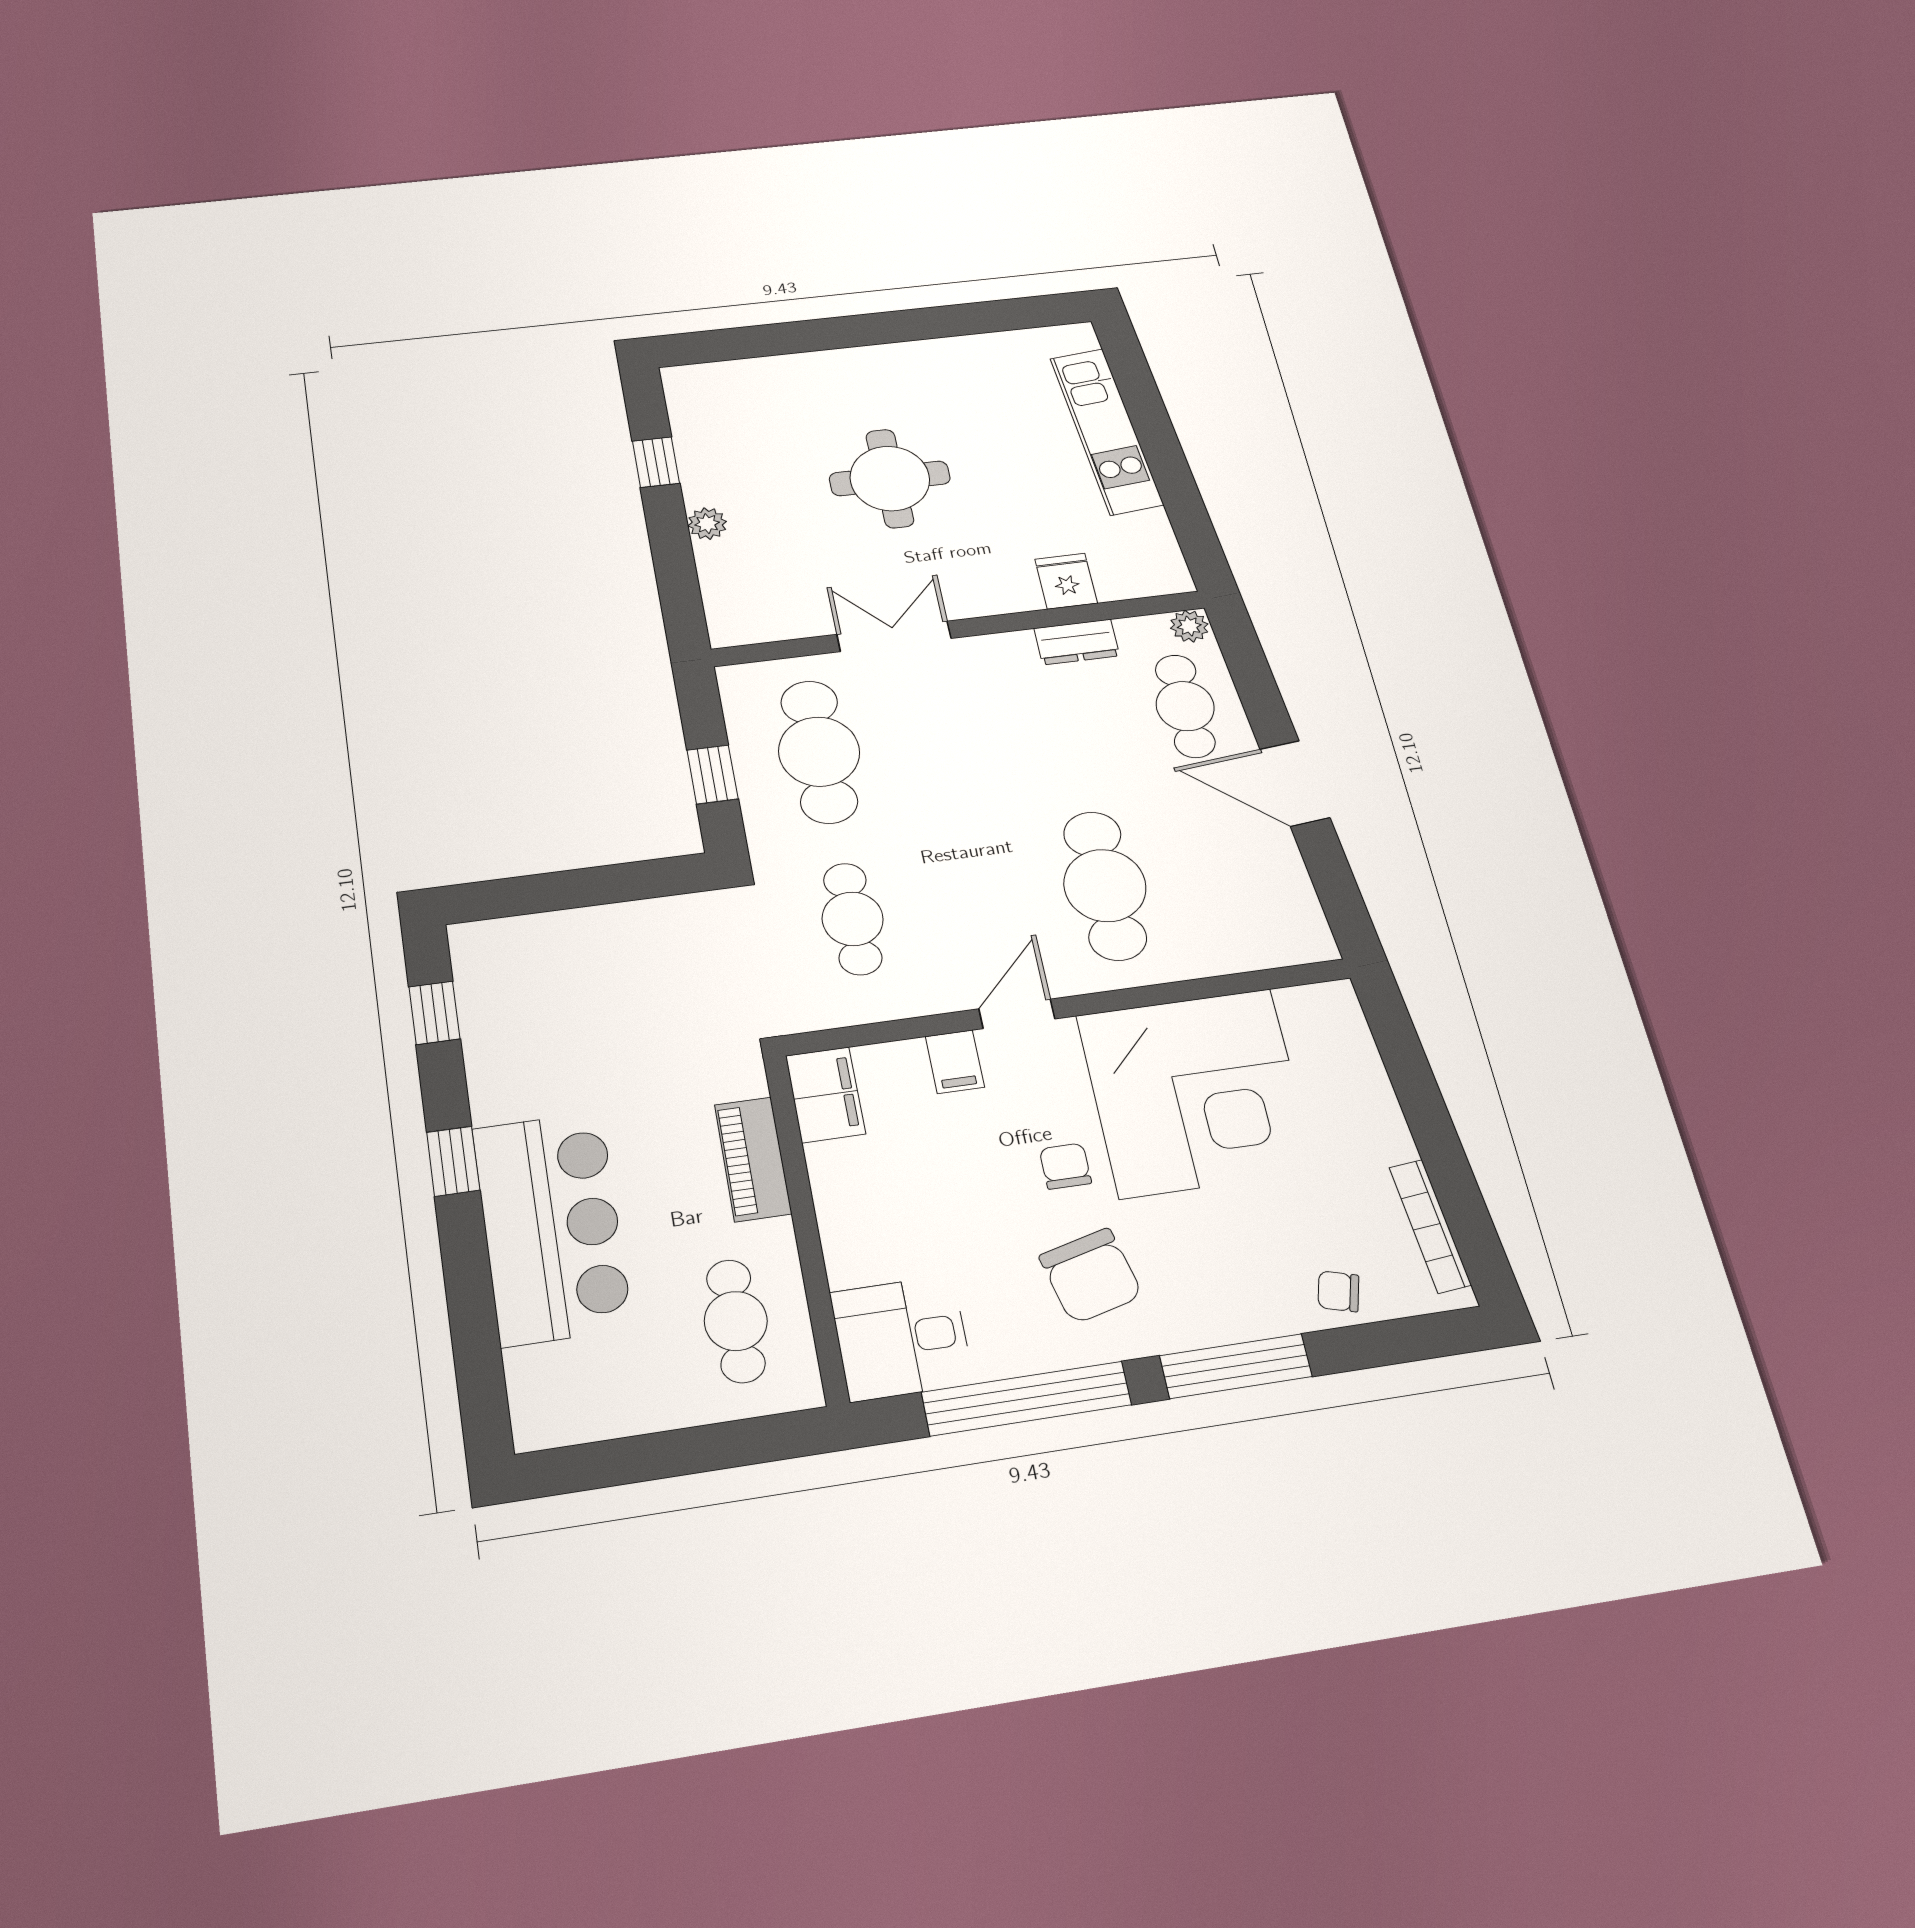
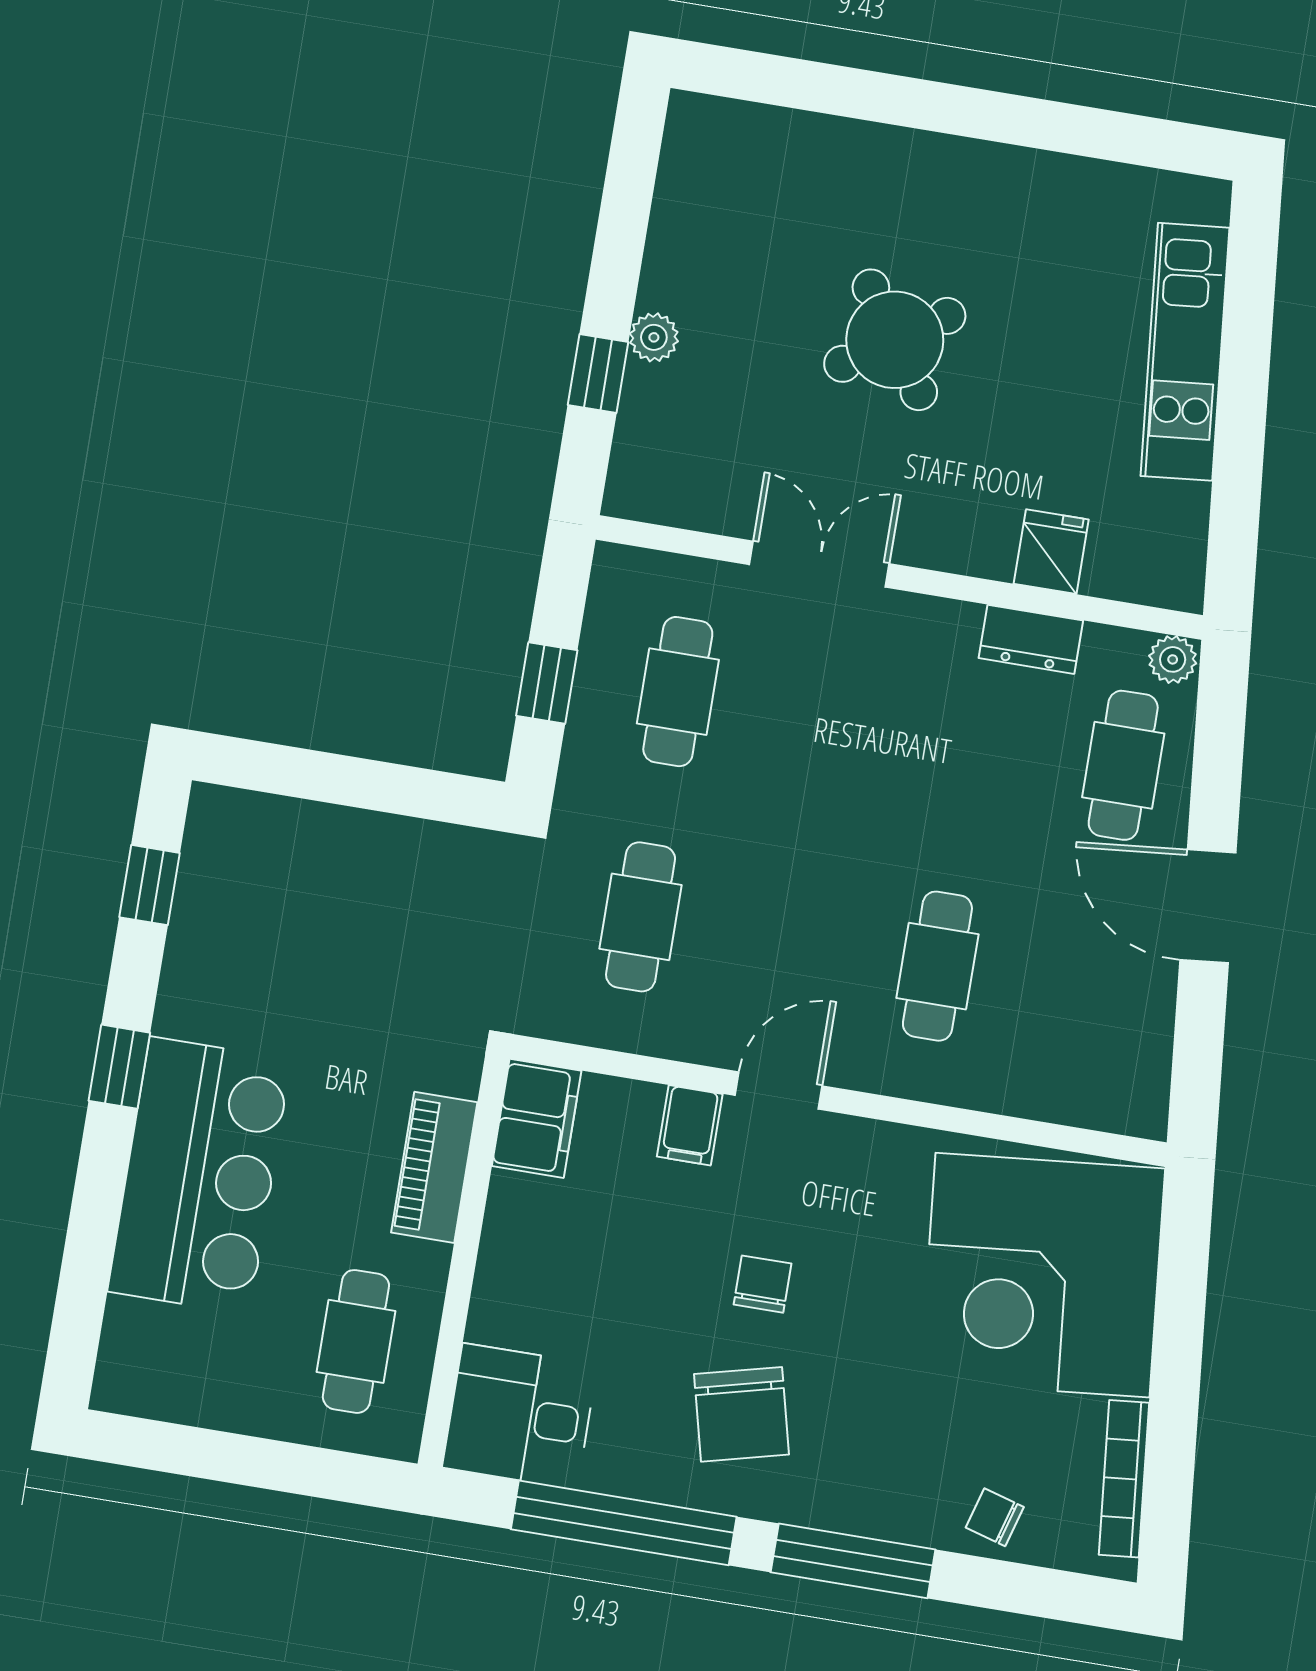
window: (656, 462) -> (598, 374), moved
round table: (890, 478) -> (895, 340), turned -34
cafe table: (819, 752) -> (678, 692), width x0.73, depth x0.74
cafe table: (1105, 886) -> (937, 966), width x0.73, depth x0.74
corner desk: (1196, 1092) -> (1043, 1275), moved, turned 85

